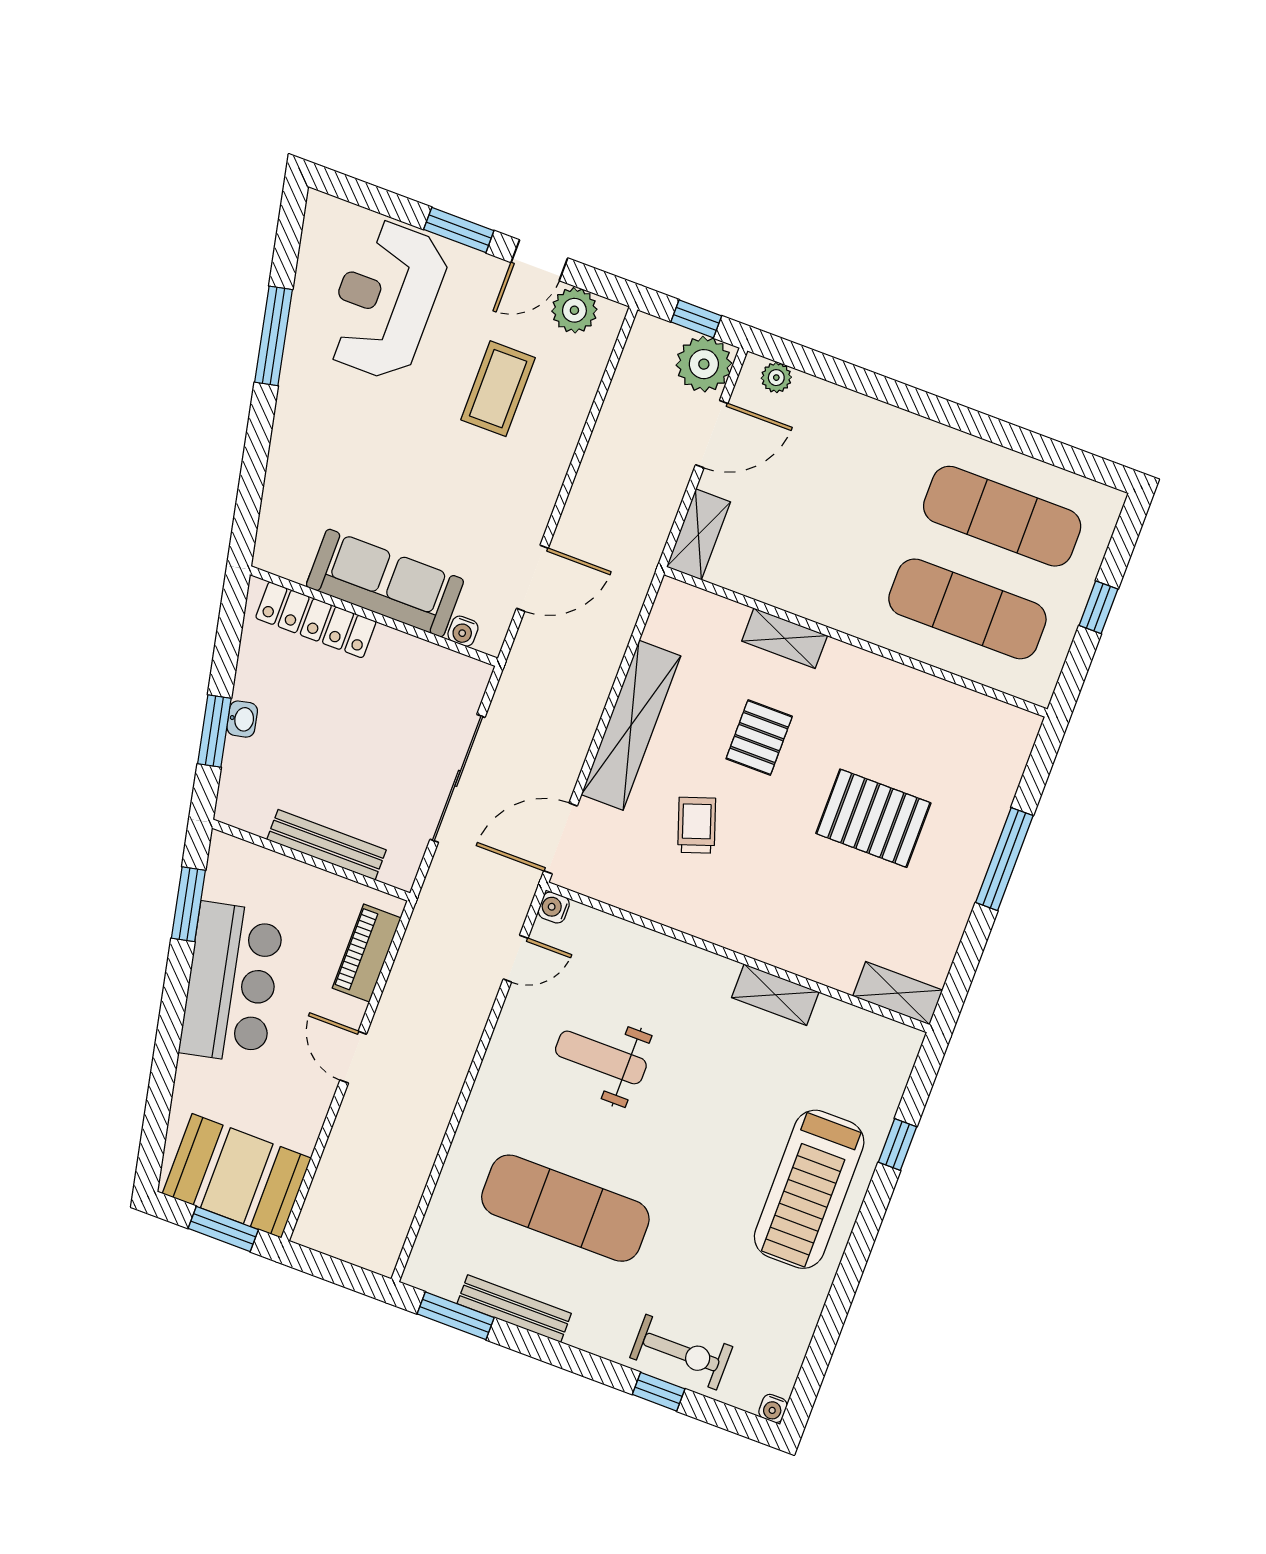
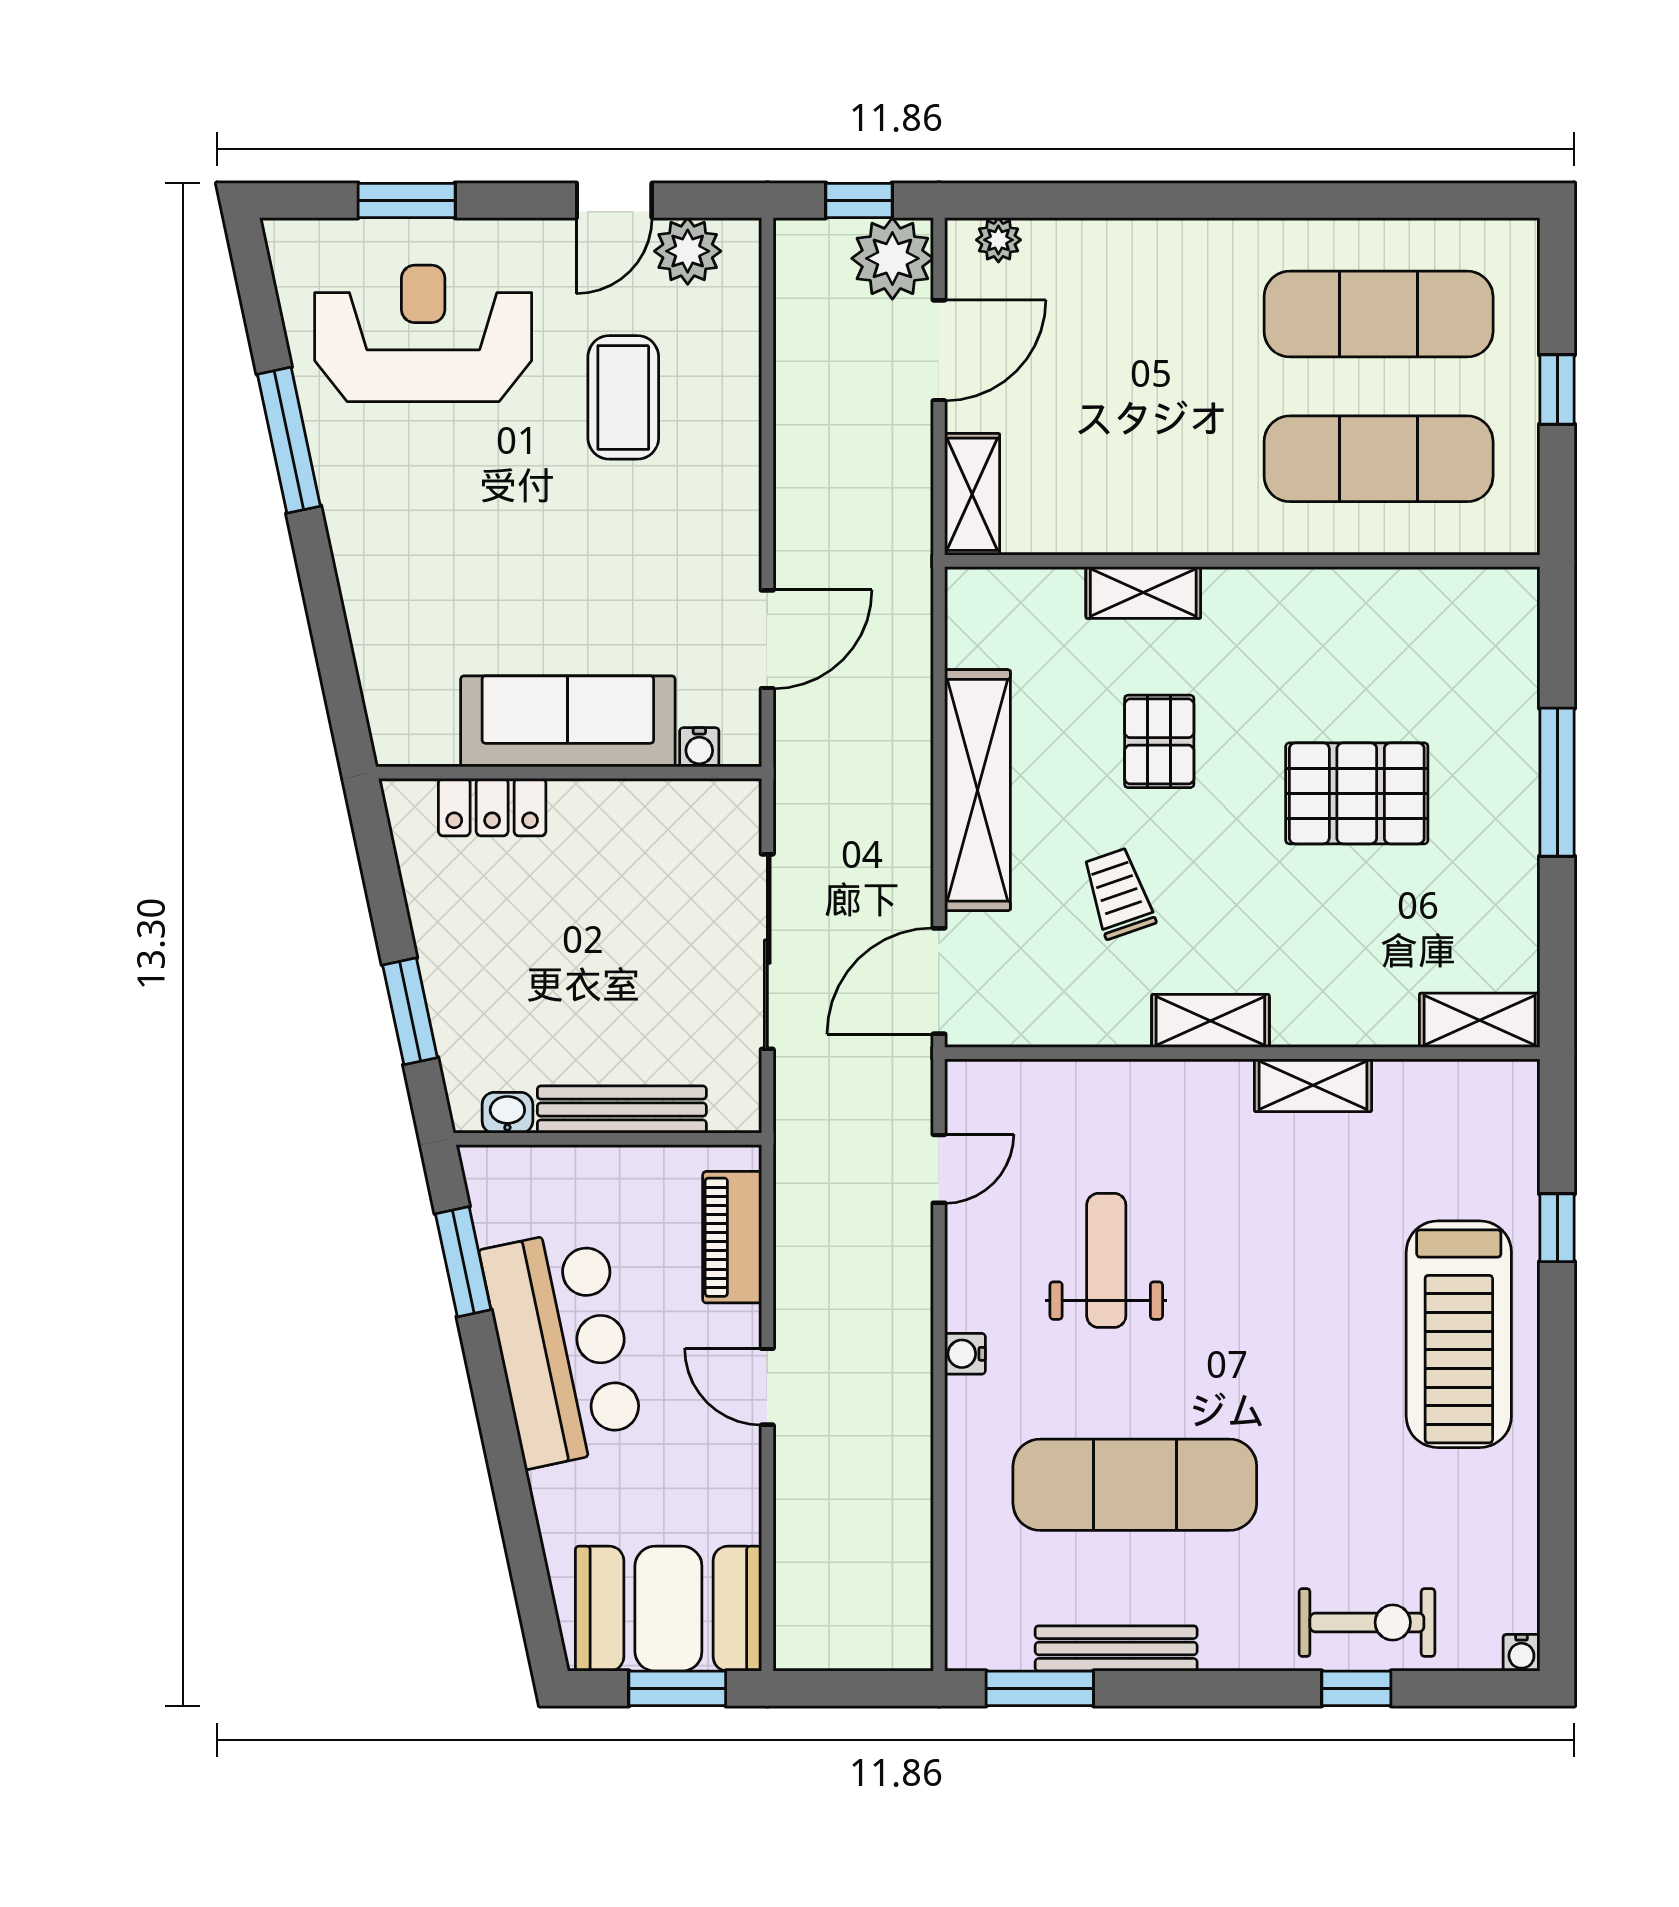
window: (459, 230) -> (407, 200), moved
reception desk: (385, 300) -> (423, 333), turned 90
locker: (316, 620) -> (492, 807), width x0.66
washbasin: (242, 719) -> (507, 1113), moved, turned -78
water cooler: (554, 907) -> (965, 1354), moved
shelving: (725, 929) -> (1210, 1021), added
weight bench: (601, 1057) -> (1106, 1260), turned 90

